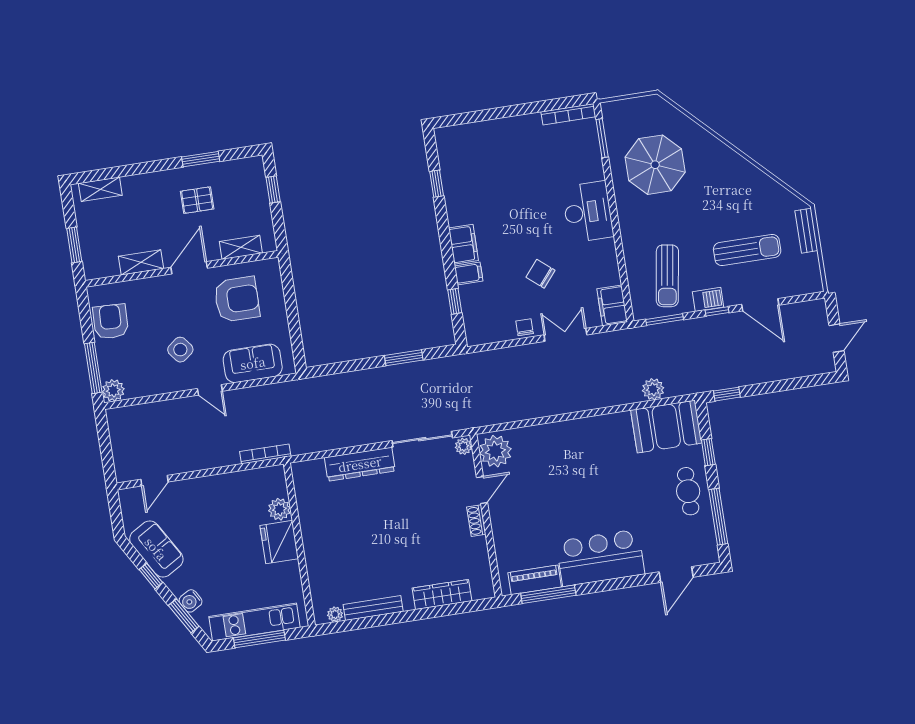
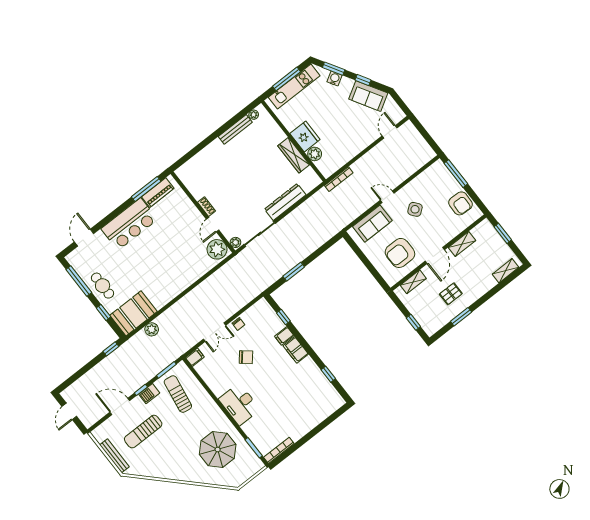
bench: (806, 231) -> (114, 456), width x1.36
filing cabinet: (612, 305) -> (195, 357), width x0.50
plant: (113, 390) -> (439, 168), removed
wardrobe: (442, 594) -> (294, 155), moved, turned 90

